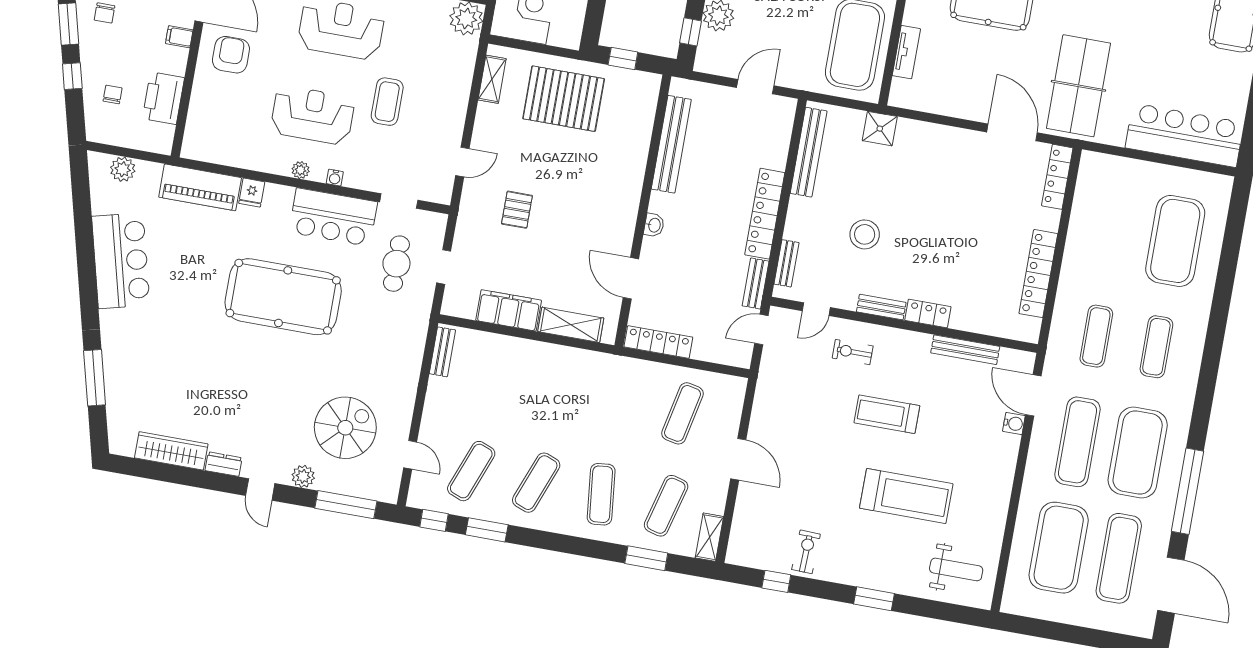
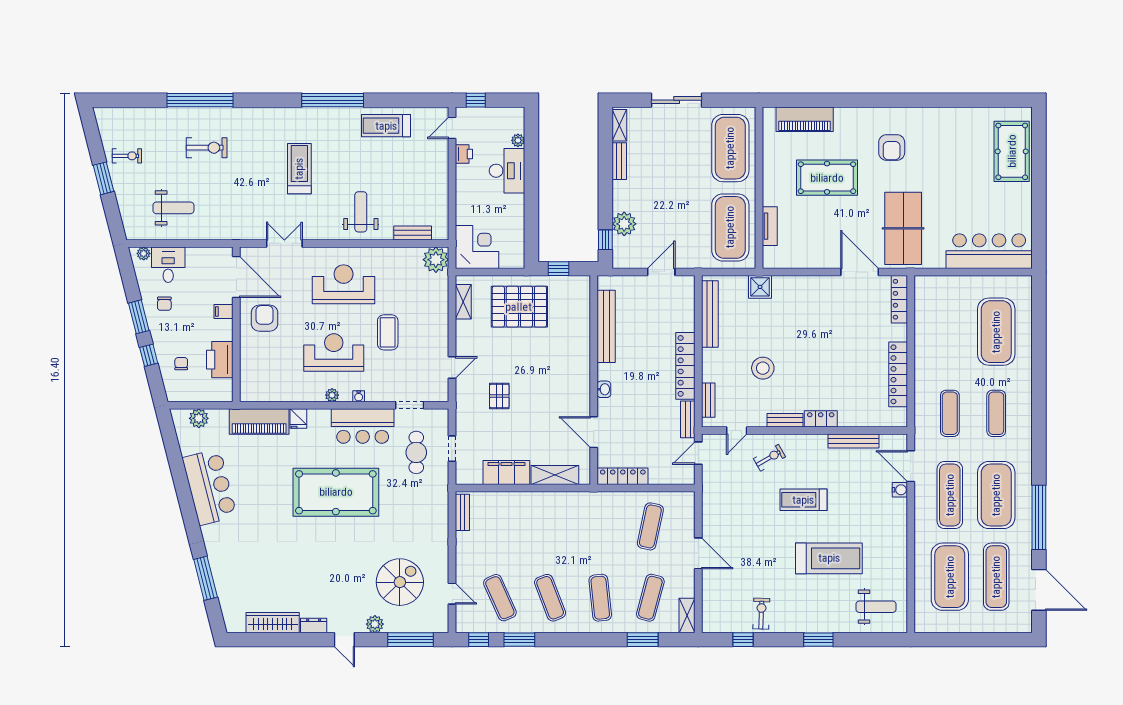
exercise bike: (853, 352) -> (769, 458), turned 150
exercise mat: (471, 471) -> (500, 598), turned -45
exercise mat: (536, 483) -> (550, 598), turned -42

